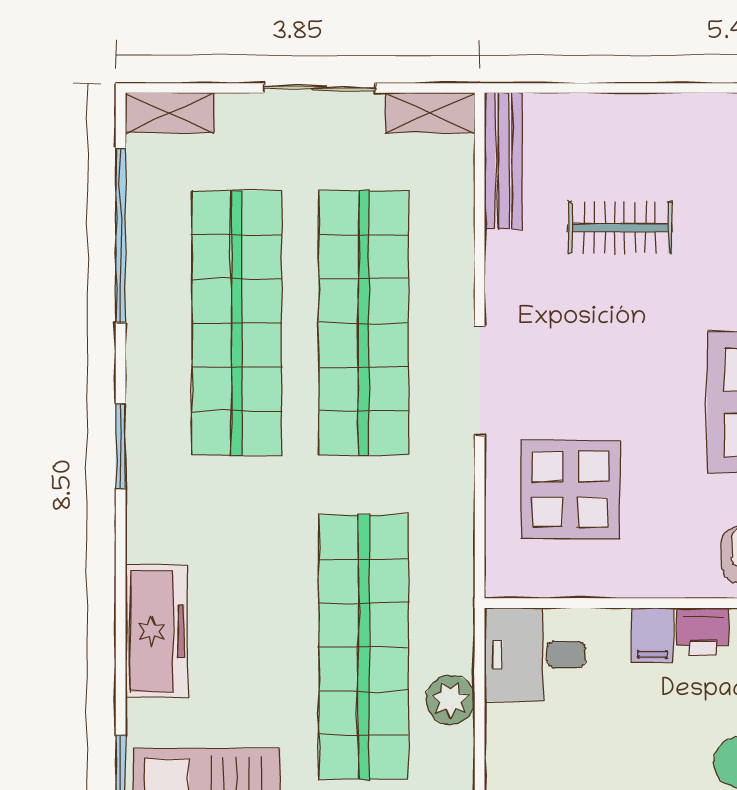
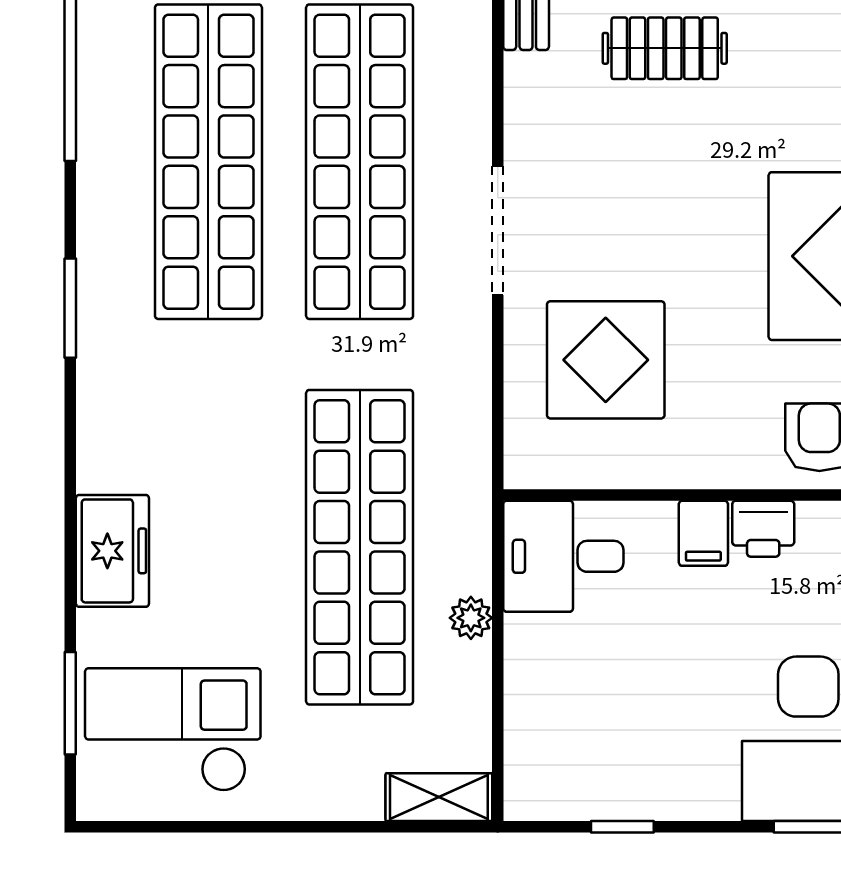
freezer: (156, 631) -> (112, 551), width x0.71
plant: (450, 700) -> (471, 618), width x0.73, depth x0.73

